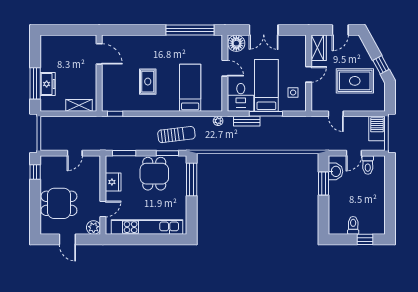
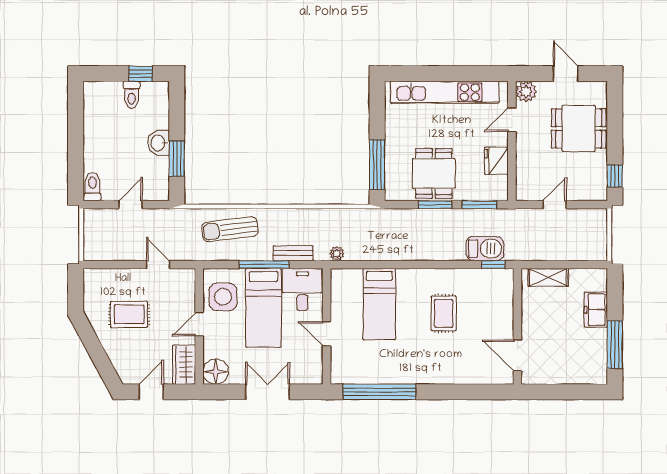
floor lamp: (236, 43) -> (216, 372), moved
window: (381, 65) -> (89, 339), removed
rug: (355, 81) -> (129, 314), width x0.73, depth x0.70
window: (35, 83) -> (615, 345), moved
side table: (293, 92) -> (223, 297), width x1.87, depth x1.87
barbecue: (377, 129) -> (485, 249), moved, turned -90
sun lounger: (176, 135) -> (230, 229), moved
window: (167, 153) -> (435, 205), moved
toilet: (368, 165) -> (92, 187), moved
washbasin: (335, 171) -> (158, 143), moved
window: (365, 239) -> (141, 74), moved

